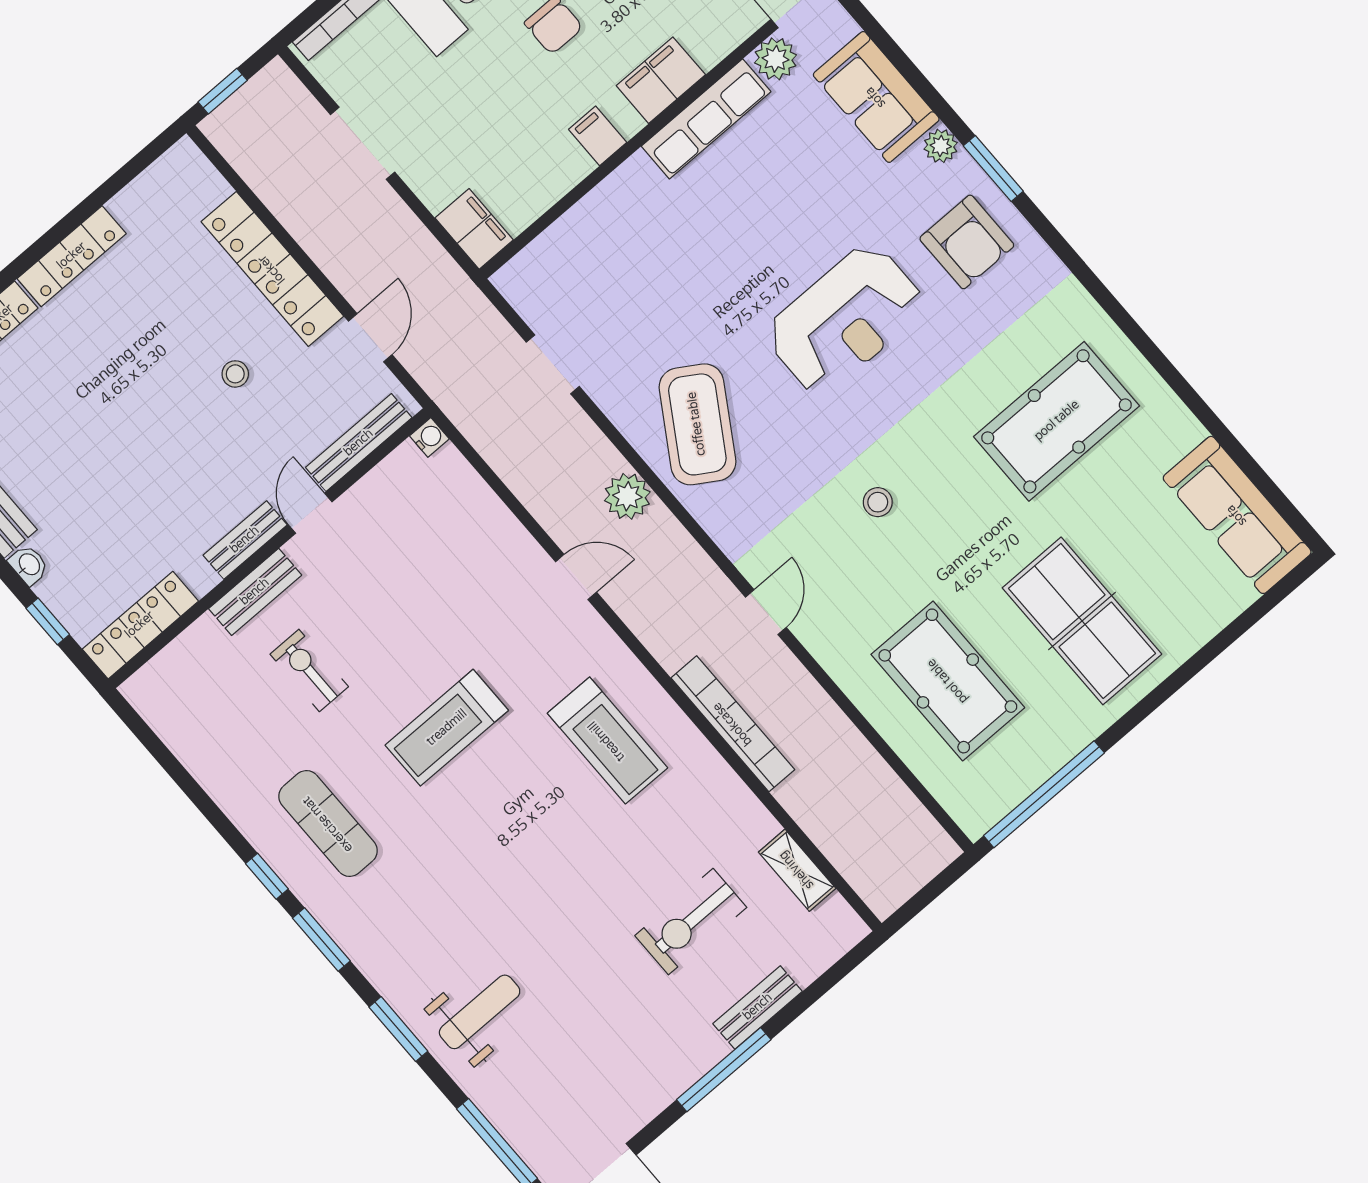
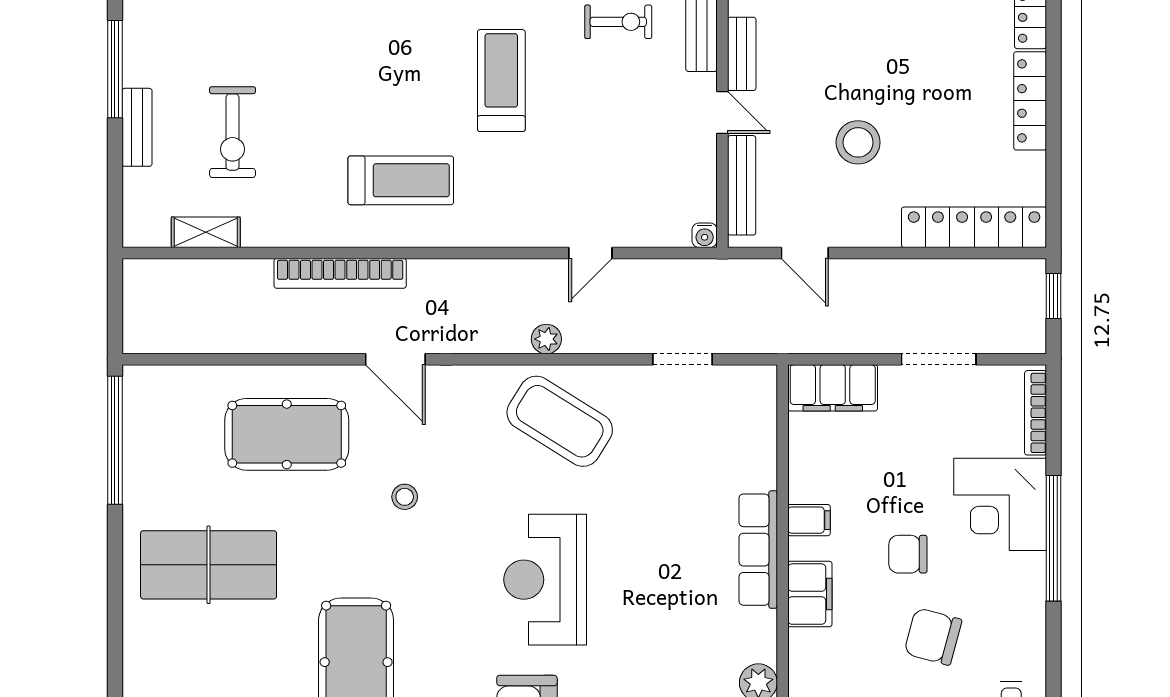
row of seats: (706, 119) -> (758, 550), moved
filing cabinet: (474, 229) -> (833, 388), width x1.50, depth x1.17
locker: (272, 269) -> (974, 227), moved
stool: (235, 374) -> (858, 142), width x1.89, depth x1.89
plant: (627, 496) -> (546, 339), width x0.73, depth x0.73
door: (576, 577) -> (590, 253), moved
door: (766, 612) -> (395, 359), width x1.38
pool table: (948, 681) -> (287, 434), moved
treadmill: (607, 741) -> (401, 180), turned 180
exercise bike: (691, 922) -> (232, 132), turned 180

